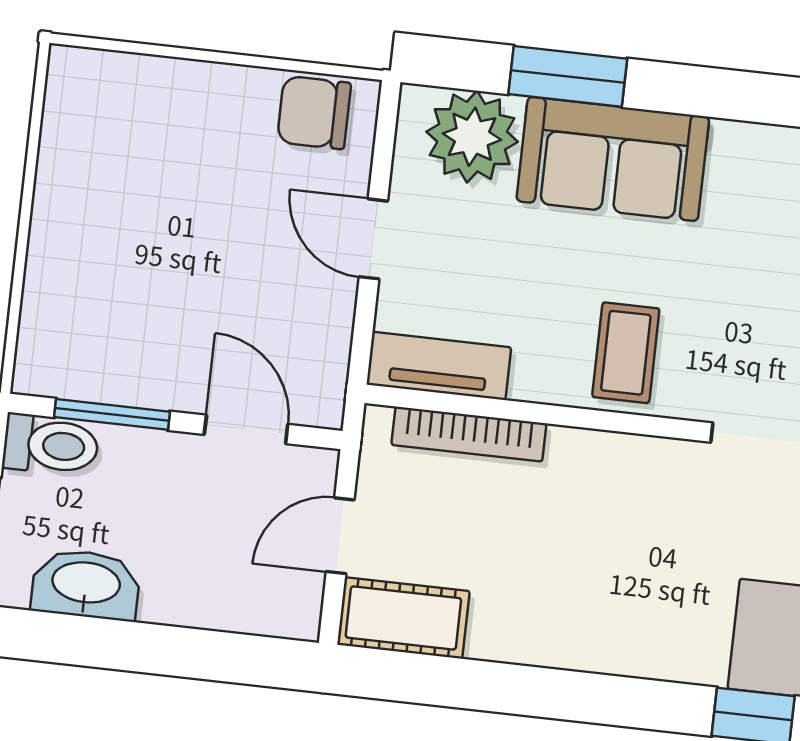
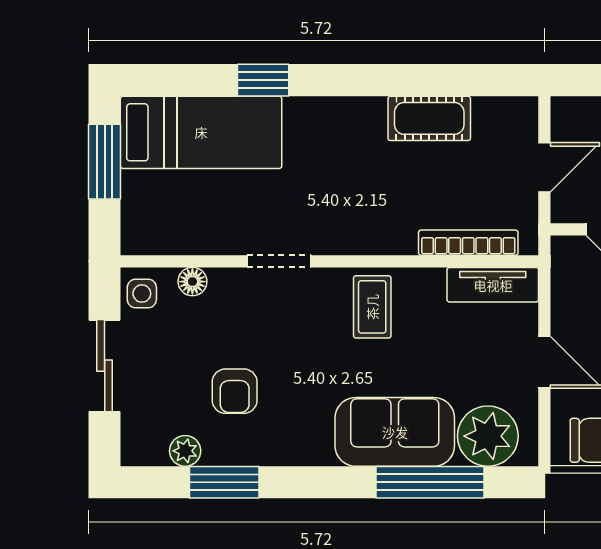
window: (568, 76) -> (430, 482), width x1.44
cot: (403, 618) -> (429, 118), moved

